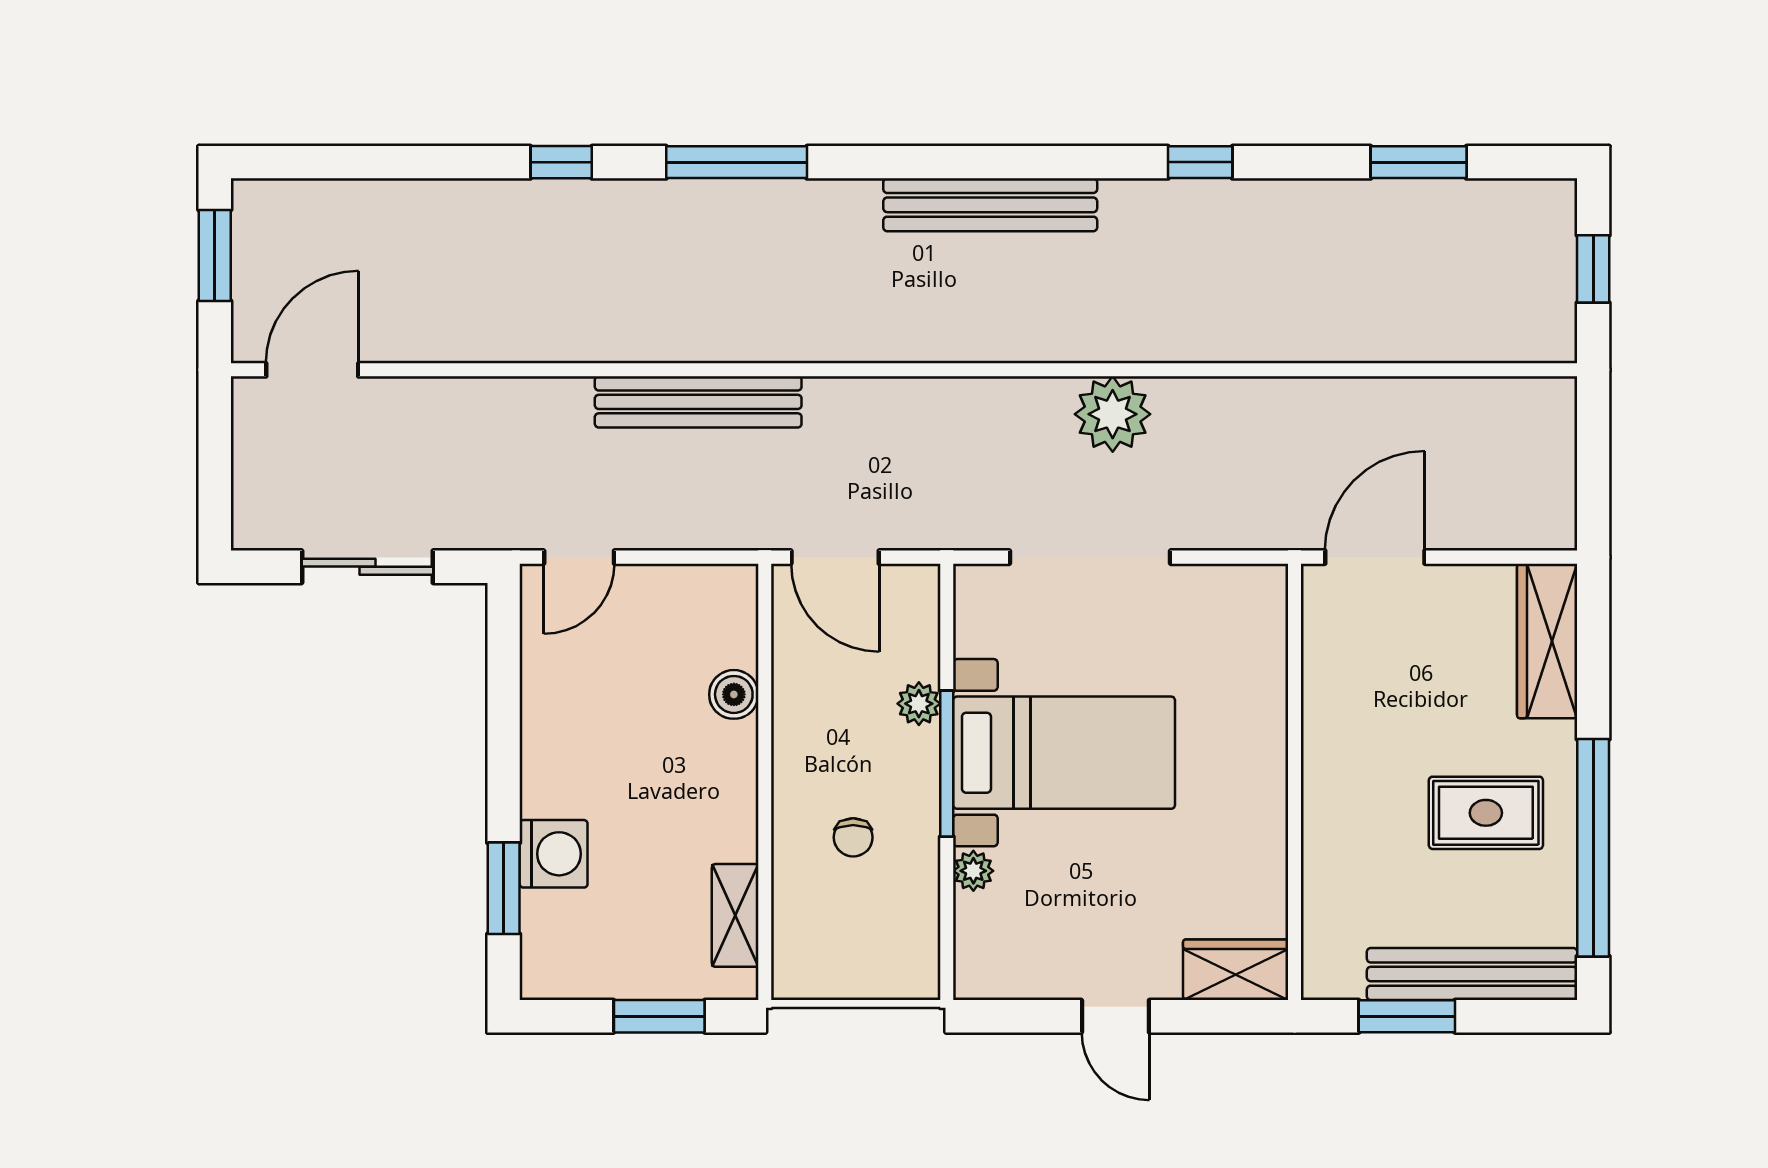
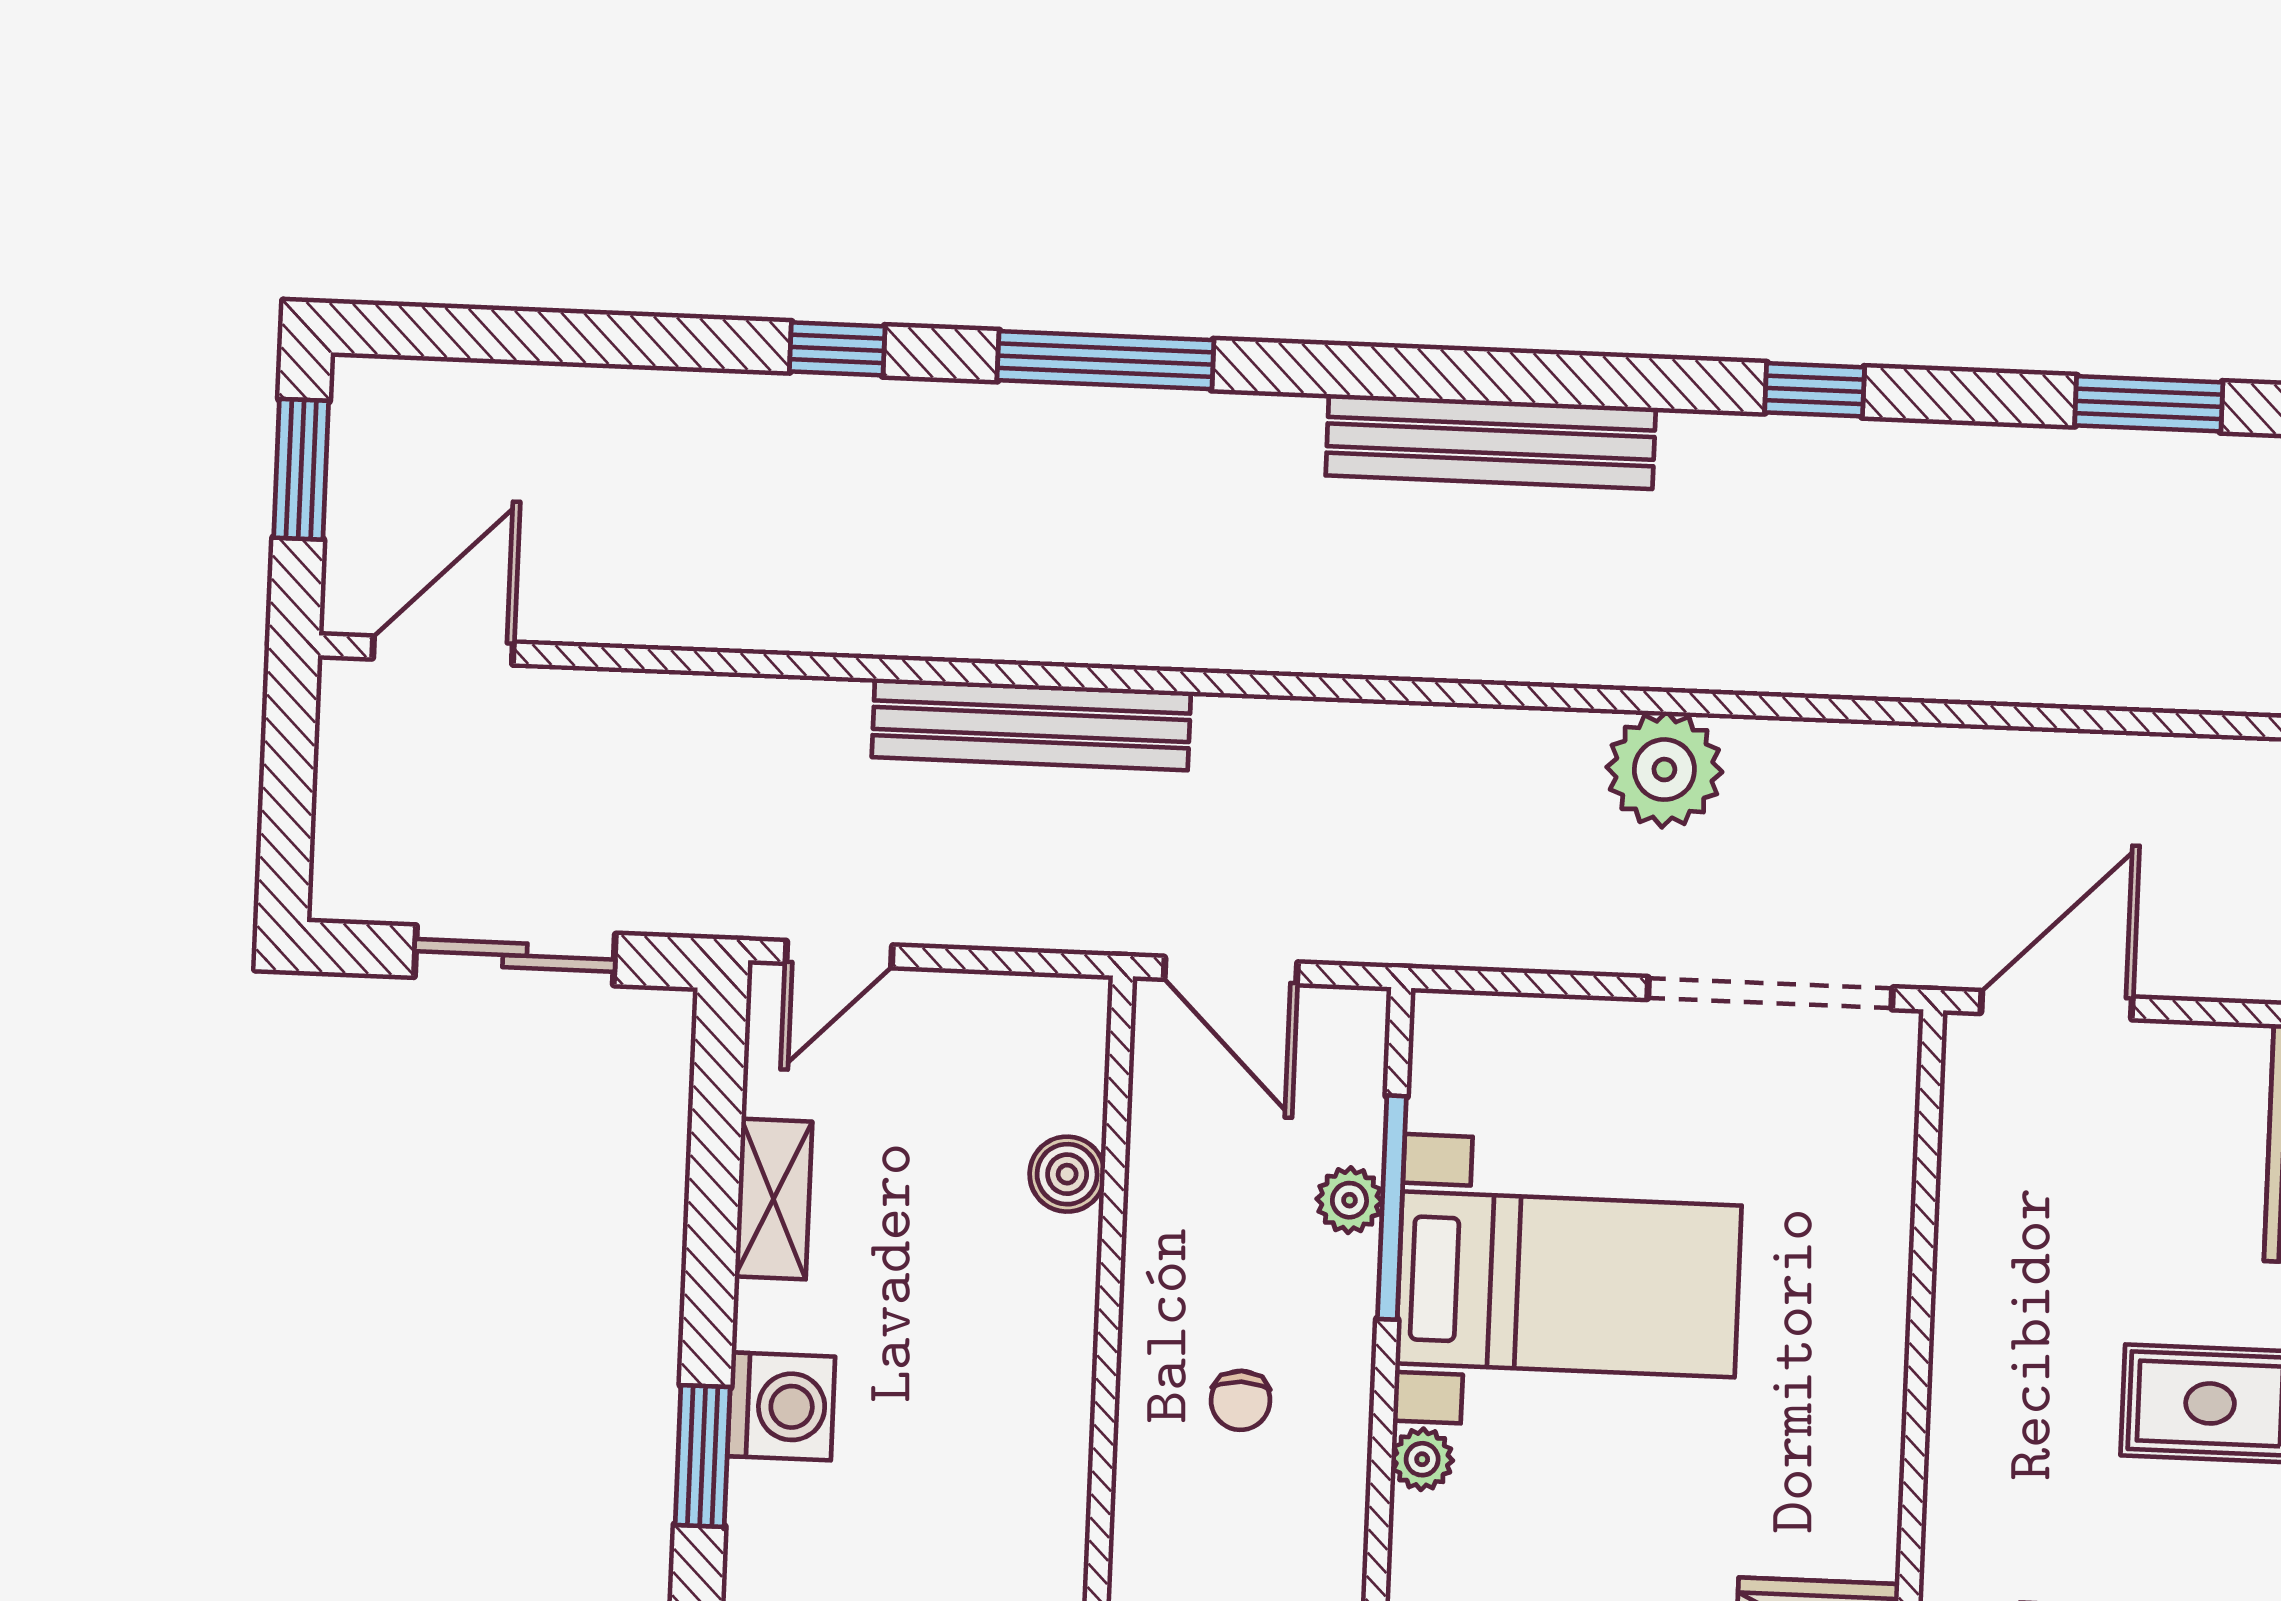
doorway: (1090, 557) -> (1770, 993), moved
window: (947, 764) -> (1392, 1208), moved
shelving: (735, 915) -> (774, 1199), moved

